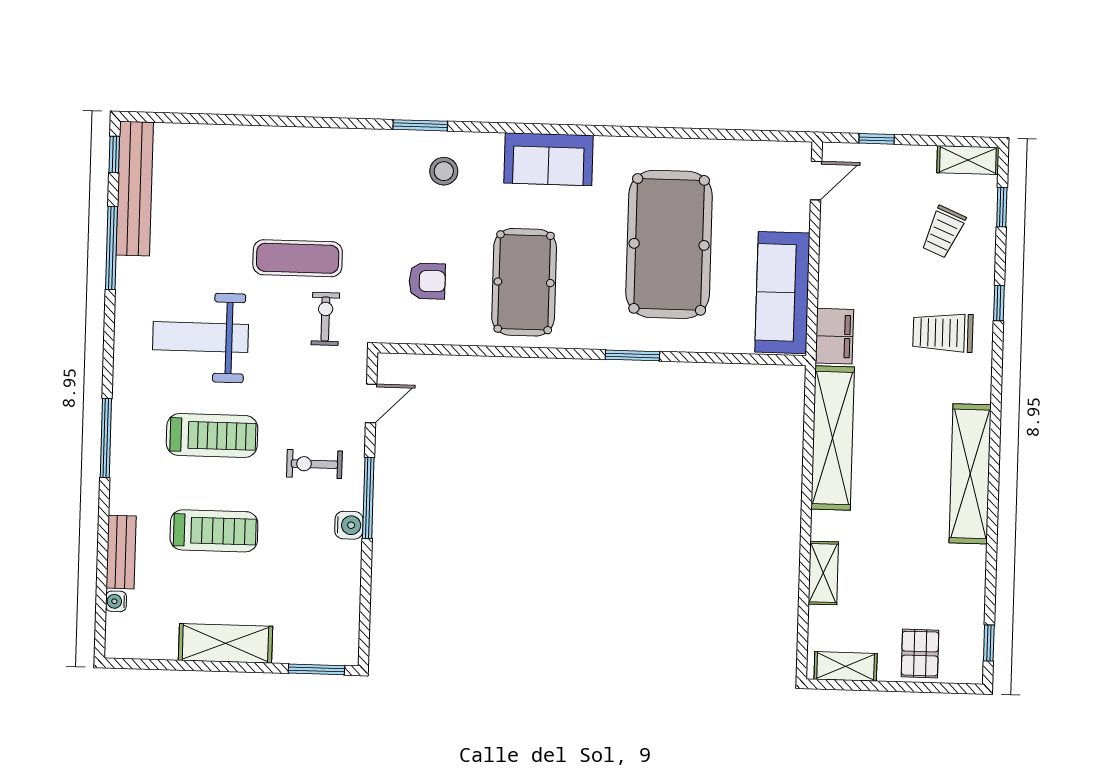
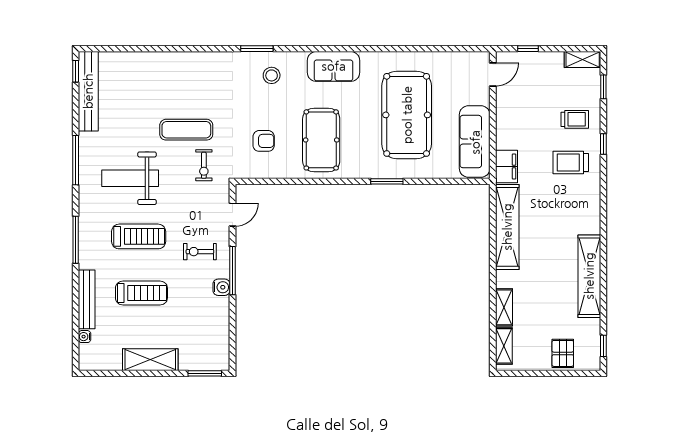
trolley: (943, 232) -> (575, 119), moved, turned -113
window: (111, 248) -> (76, 160), moved
exercise bike: (325, 319) -> (204, 165), turned 180
shelving: (970, 474) -> (589, 276), moved
bench: (121, 552) -> (87, 299), width x1.36
shelving: (846, 666) -> (504, 346), moved, turned 90

